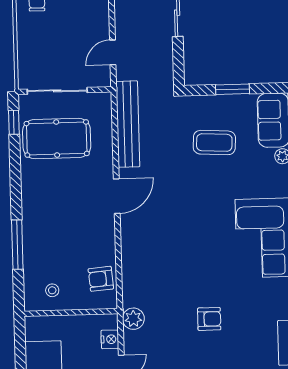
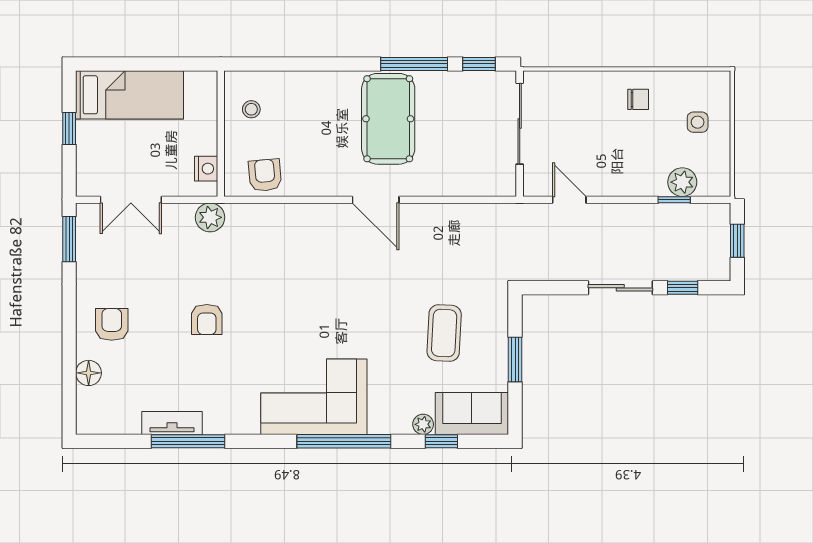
bench: (128, 124) -> (472, 217), removed
pool table: (57, 139) -> (388, 119), moved
window: (17, 245) -> (414, 64), moved
nightstand: (110, 339) -> (206, 169), moved, turned -90

